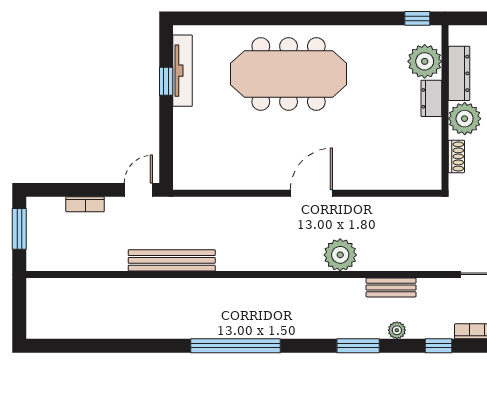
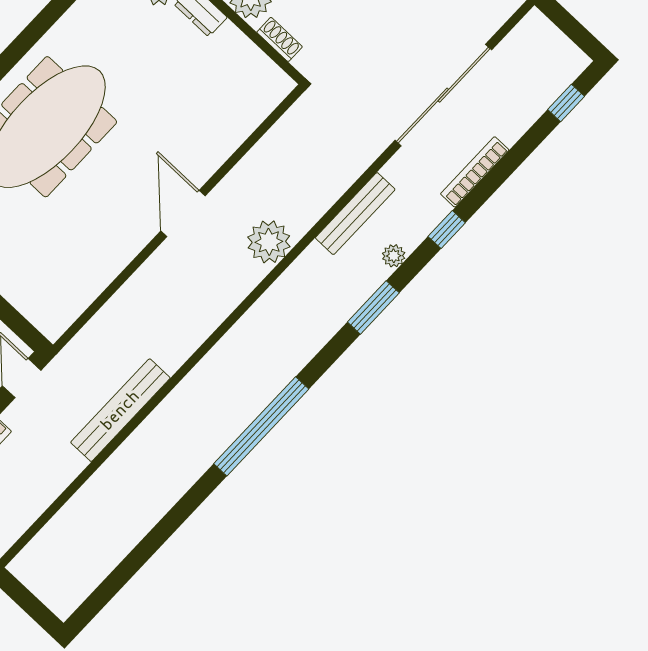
bench: (391, 287) -> (355, 214), width x1.36

